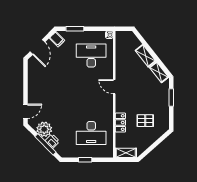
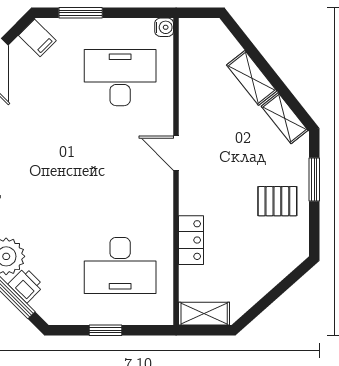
pallet: (145, 121) -> (277, 201), moved

